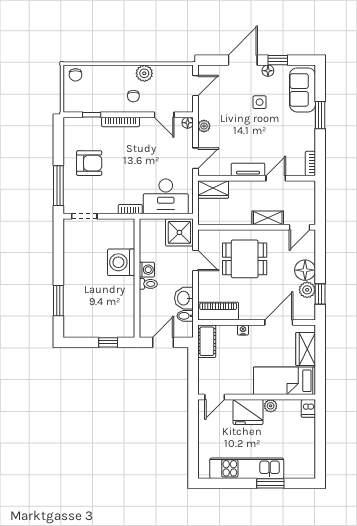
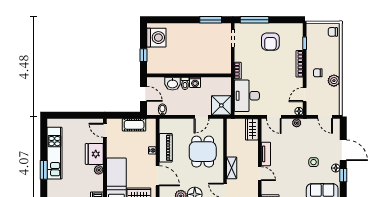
washing machine: (121, 262) -> (156, 38), moved, turned 90
washbasin: (184, 298) -> (172, 84), moved, turned 180
window: (58, 301) -> (211, 20), moved
piano: (218, 311) -> (166, 148), moved
cot: (207, 341) -> (134, 125), moved

